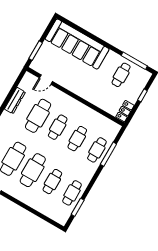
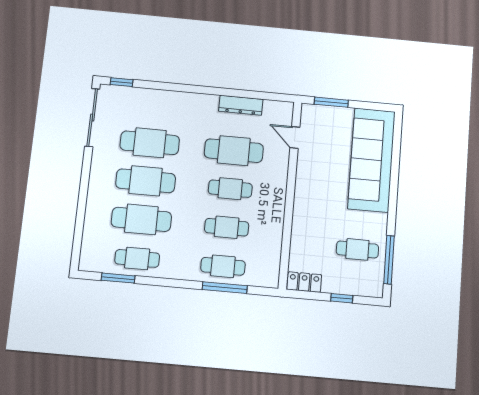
cafe table: (52, 182) -> (141, 219), width x1.37, depth x1.35

